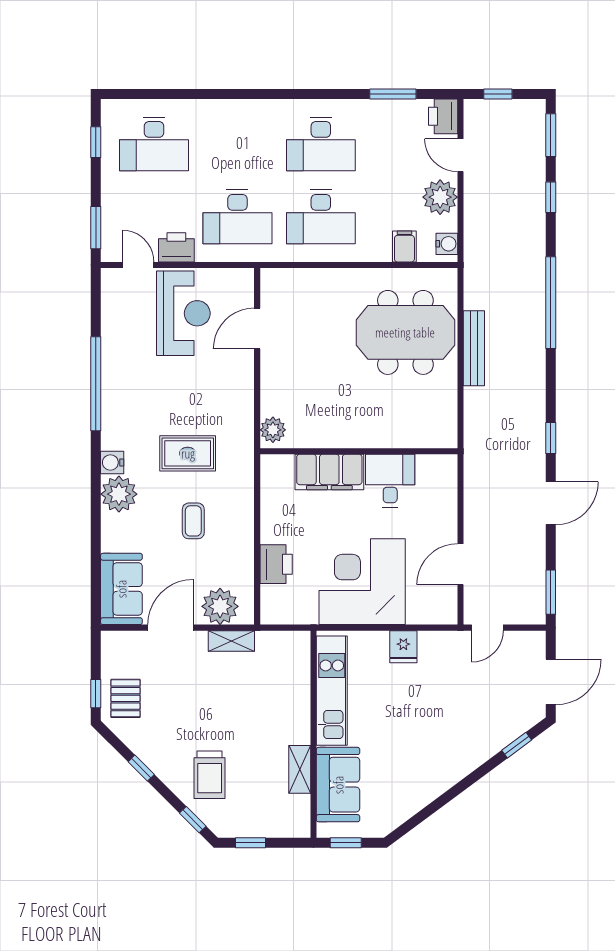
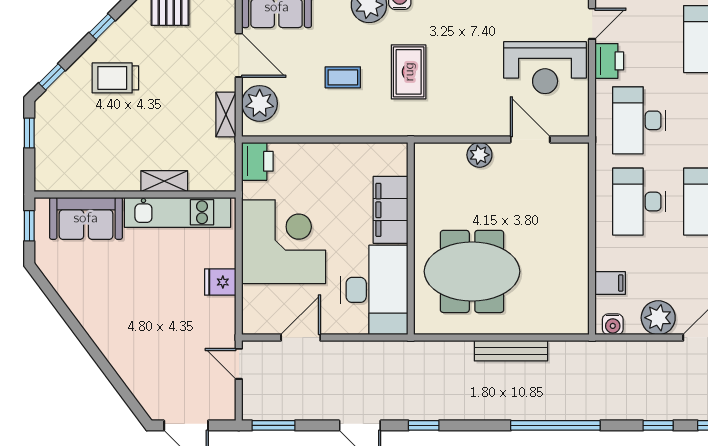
meeting table: (405, 332) -> (472, 271), moved, turned 90
plant: (273, 430) -> (479, 155), moved
desk: (390, 481) -> (374, 290), width x1.87, depth x1.30
printer: (276, 564) -> (257, 161), moved, turned -90
door: (460, 564) -> (301, 338), hinge flipped
window: (517, 745) -> (124, 392), removed
shelving: (300, 769) -> (164, 181), moved
trolley: (210, 775) -> (115, 78), moved

